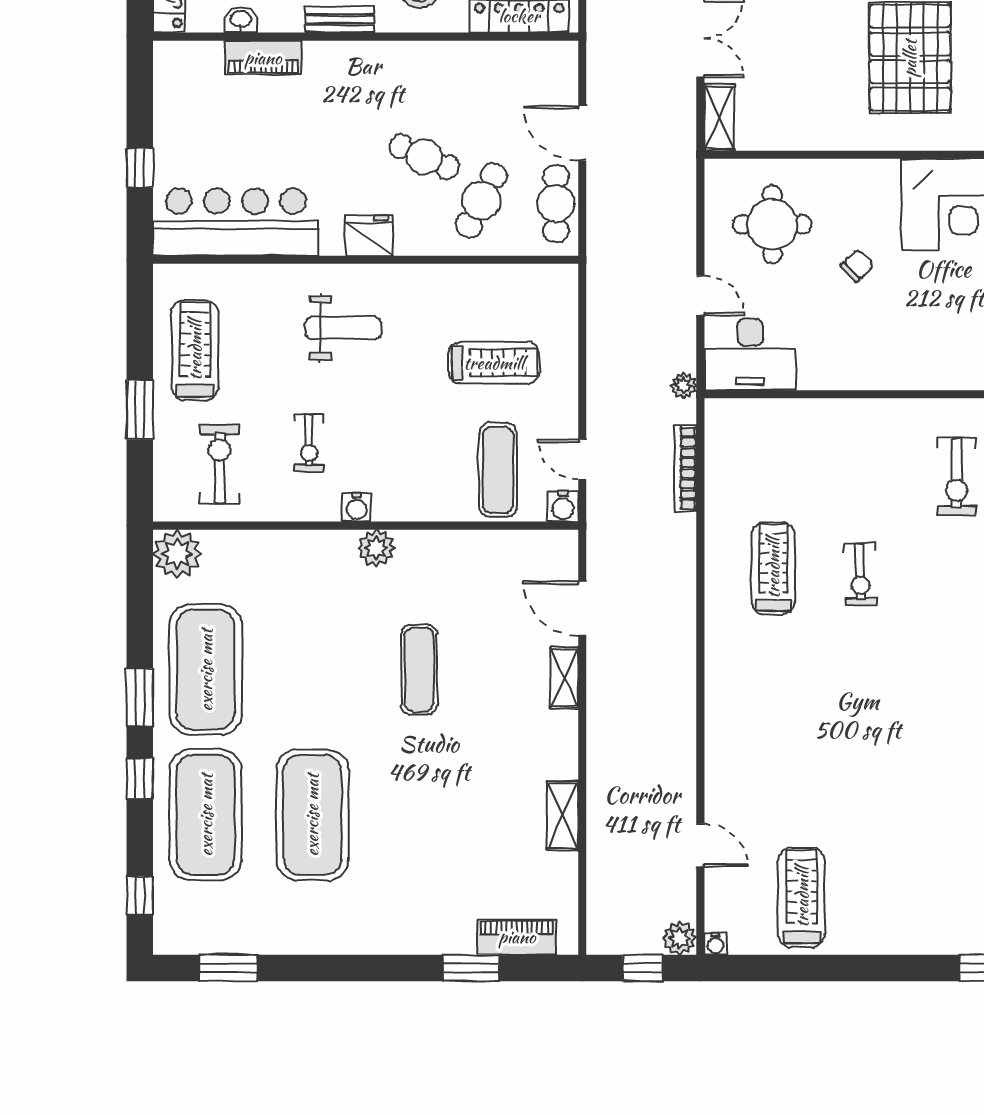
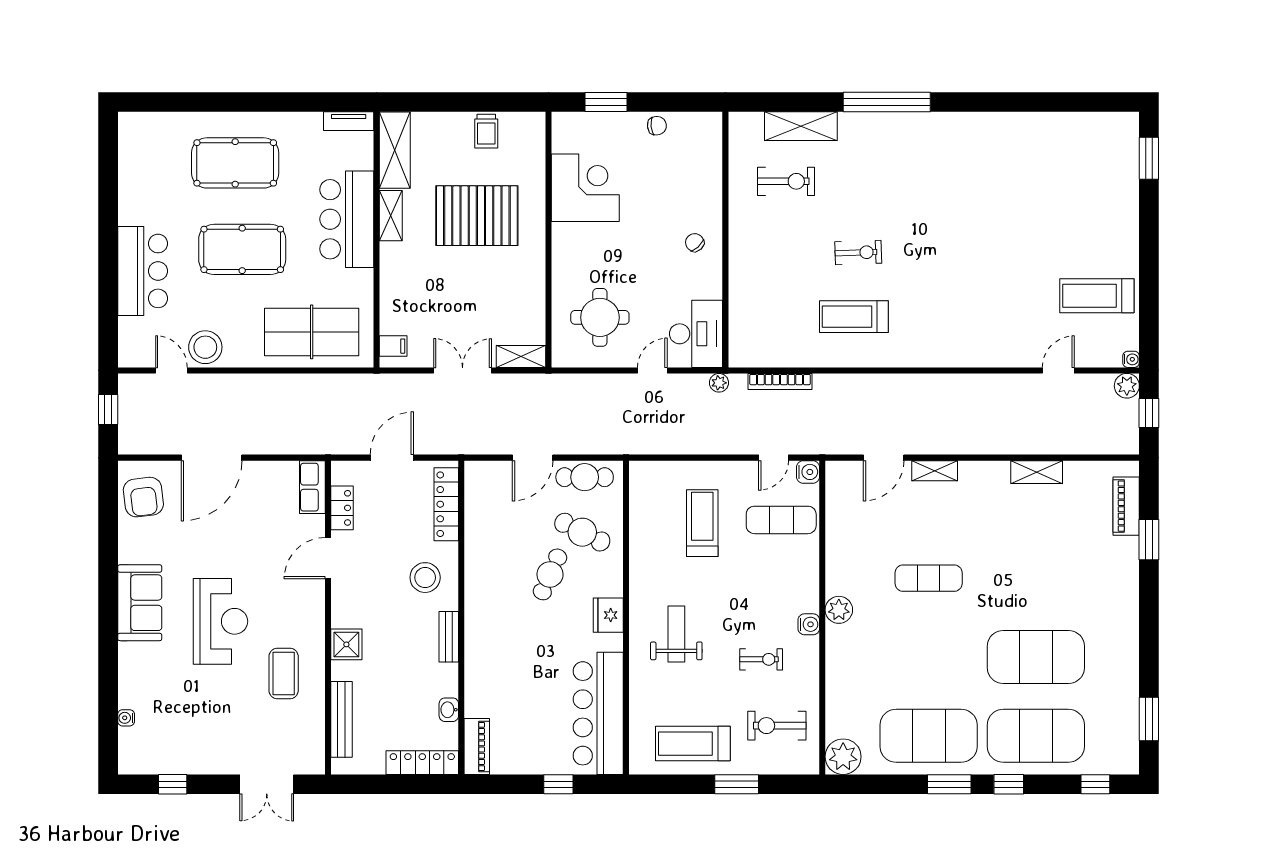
piano: (263, 58) -> (477, 746), moved
chair: (857, 266) -> (695, 243), moved

